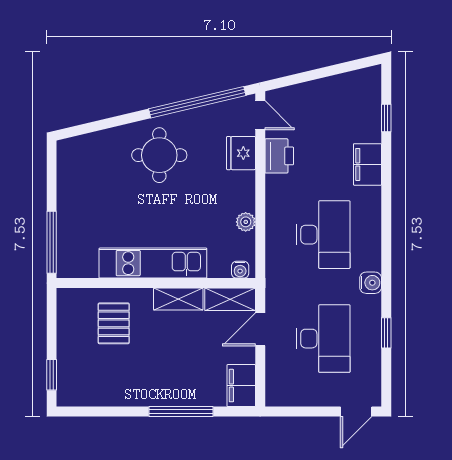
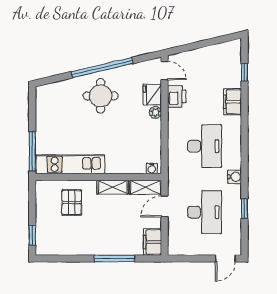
window: (197, 102) -> (102, 68), moved
plant: (246, 222) -> (155, 112), moved
kitchen unit: (153, 263) -> (70, 164), moved

